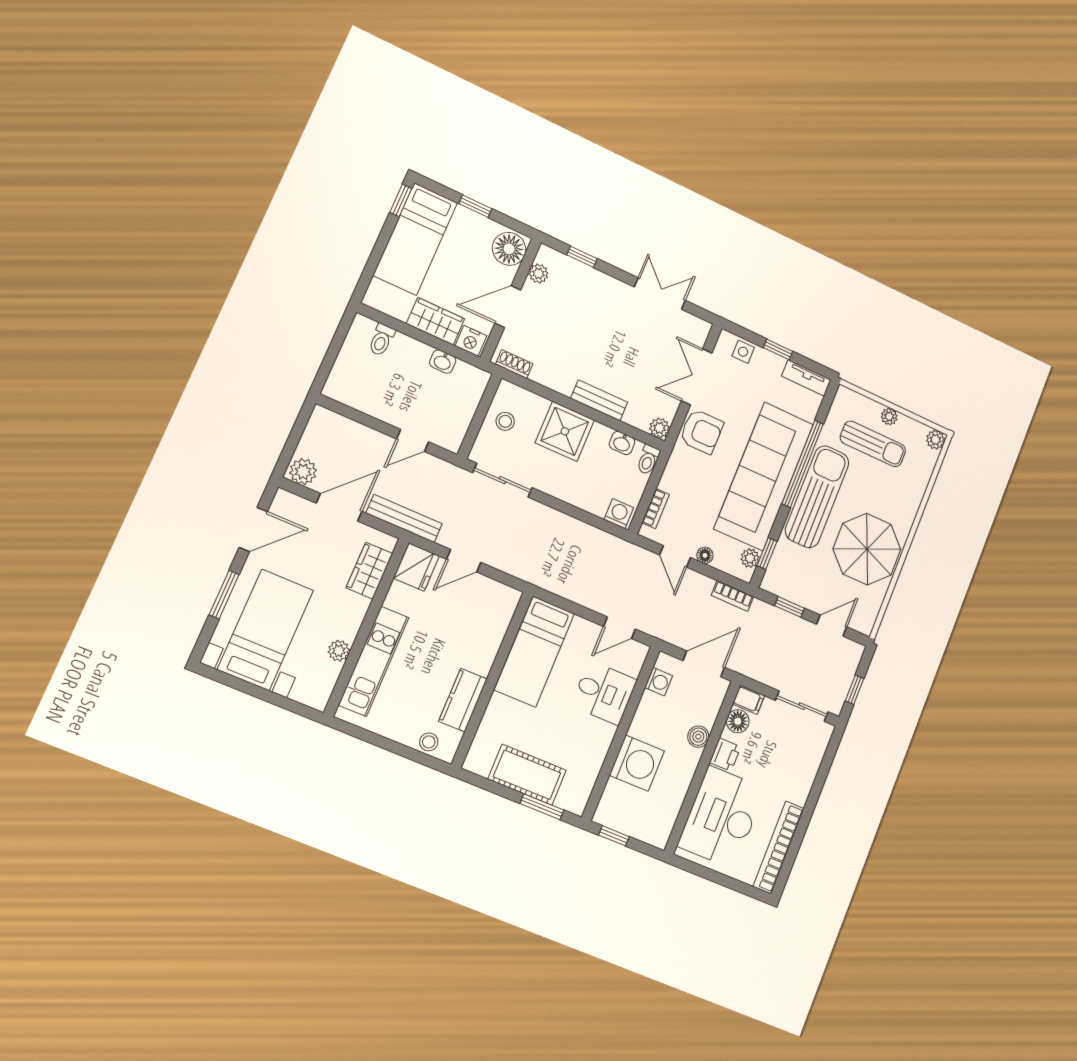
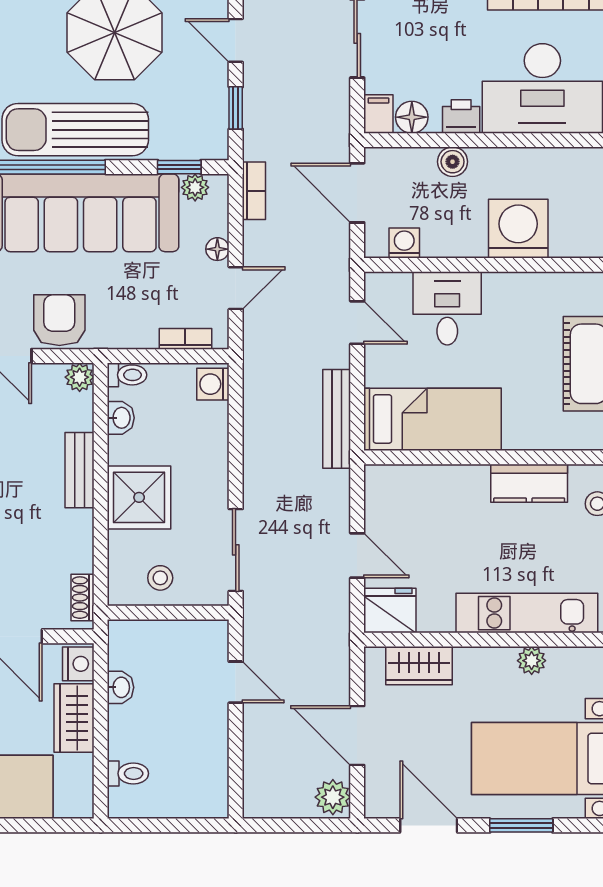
bench: (404, 518) -> (337, 419), moved

